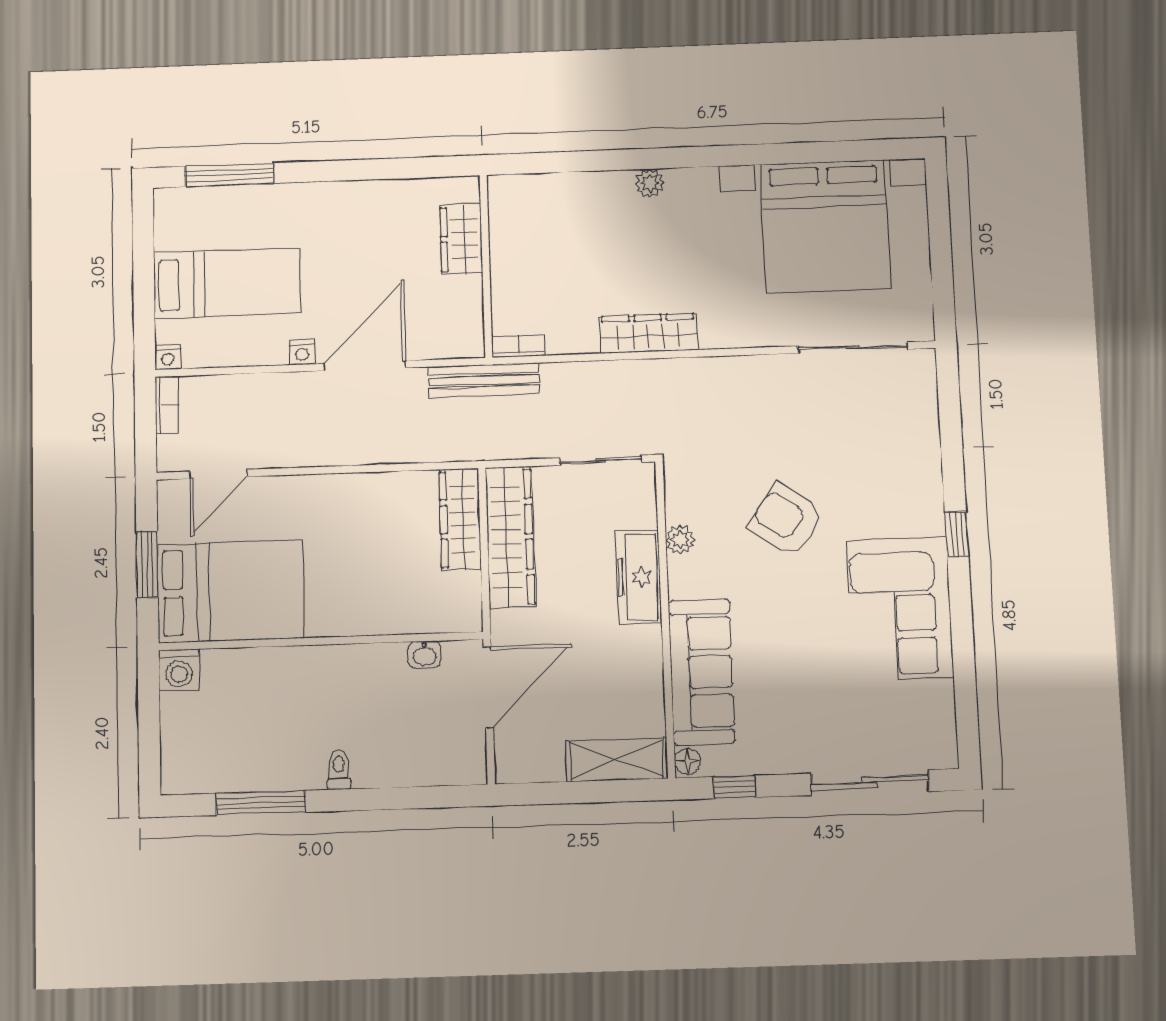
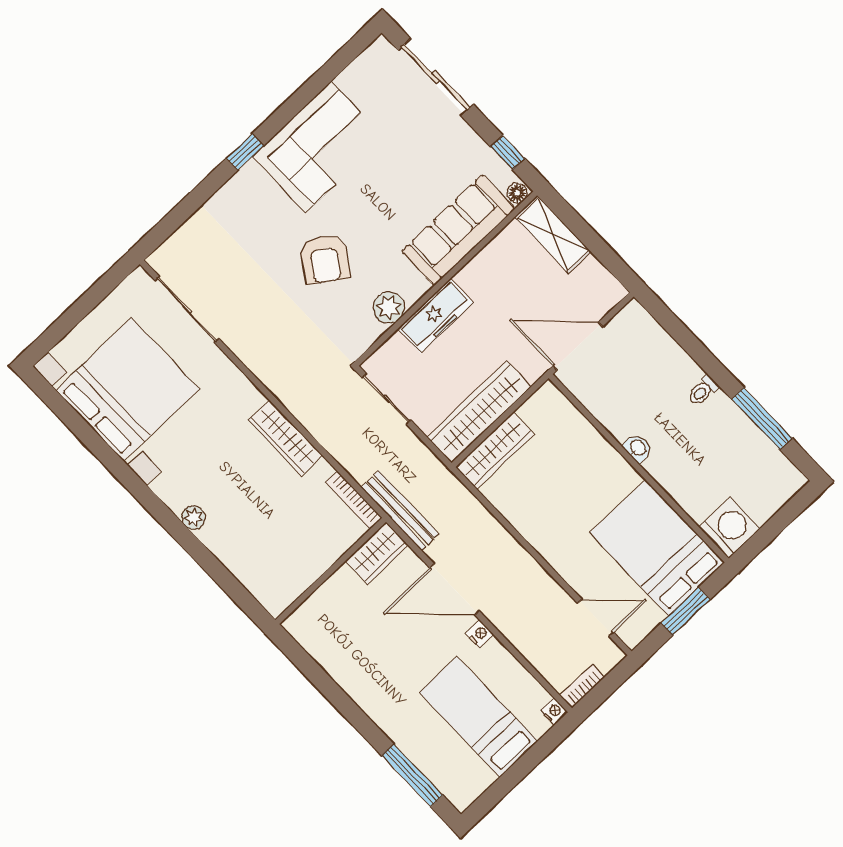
wardrobe: (461, 239) -> (377, 553), moved
bookcase: (518, 346) -> (354, 500), width x1.56
plant: (680, 540) -> (389, 308), width x1.38, depth x1.38
washbasin: (425, 655) -> (638, 448), moved
washing machine: (179, 670) -> (730, 528), width x1.37, depth x1.37

